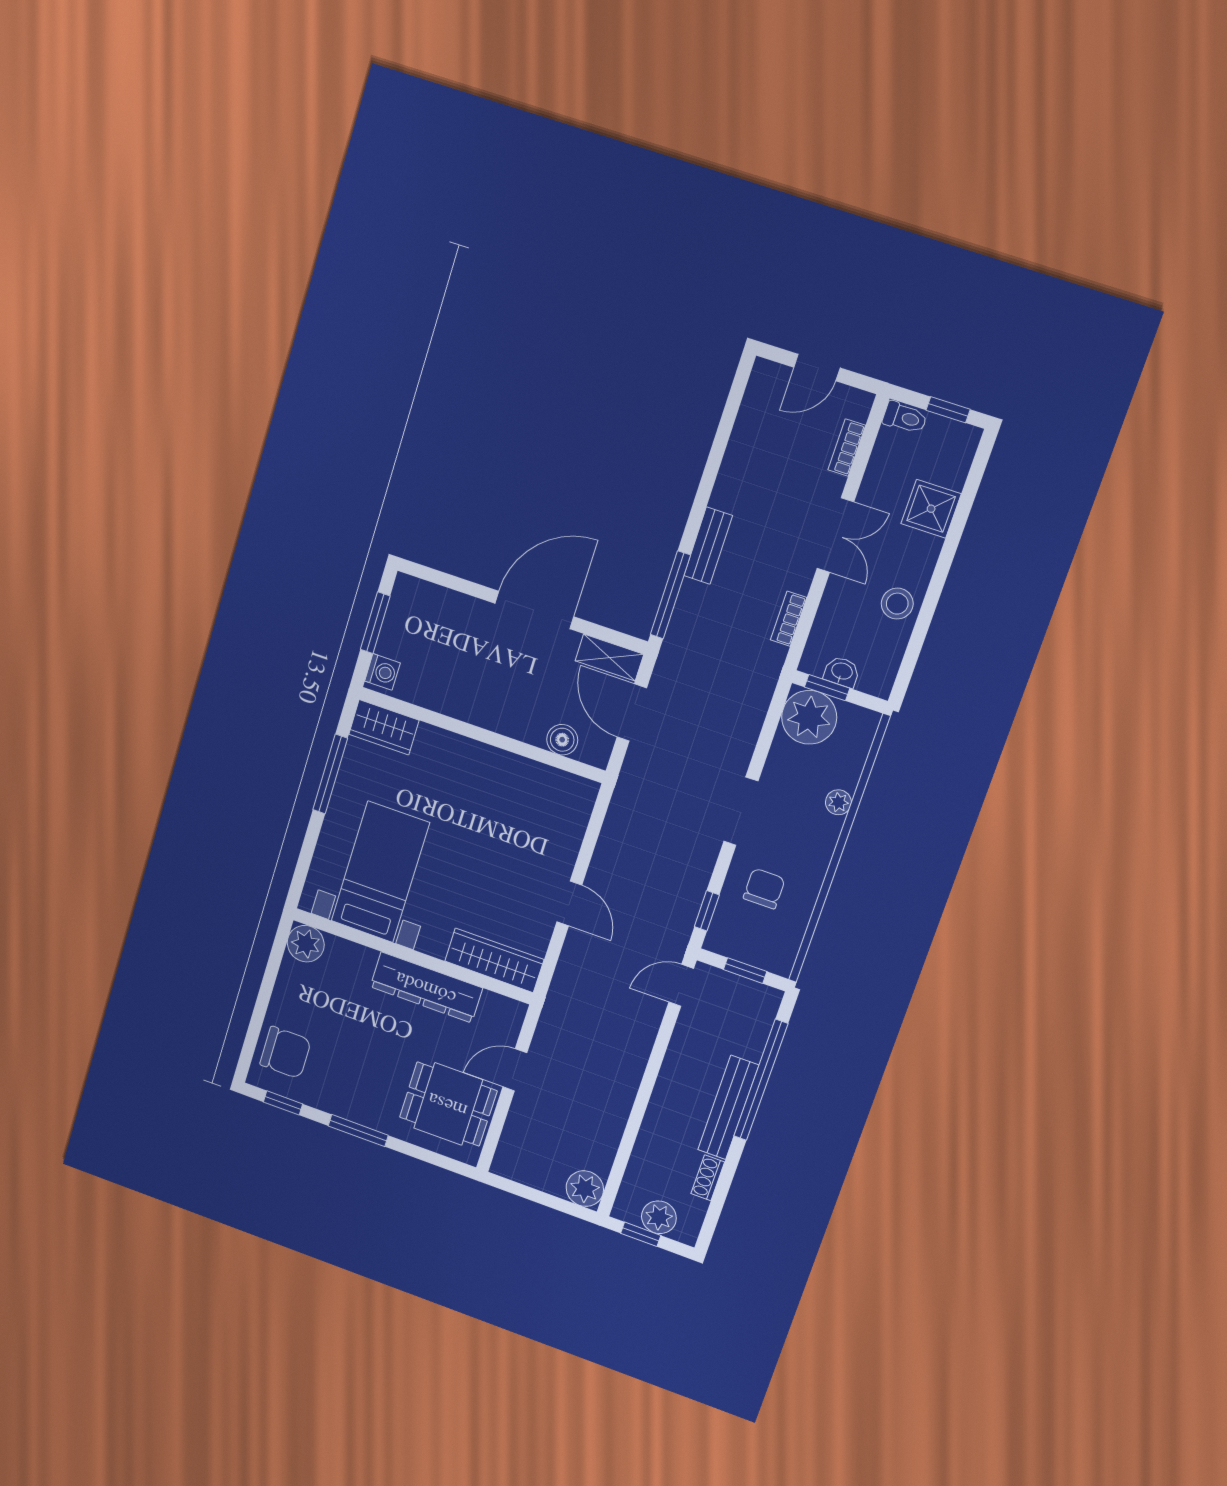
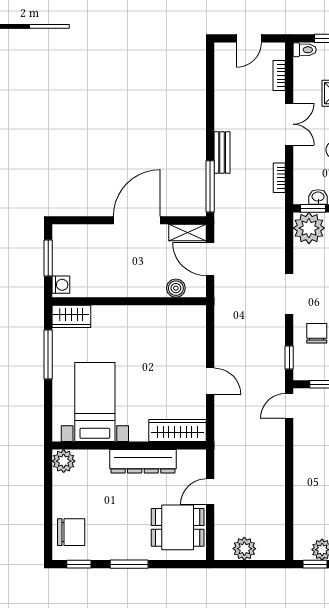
plant: (585, 1189) -> (244, 549), moved

